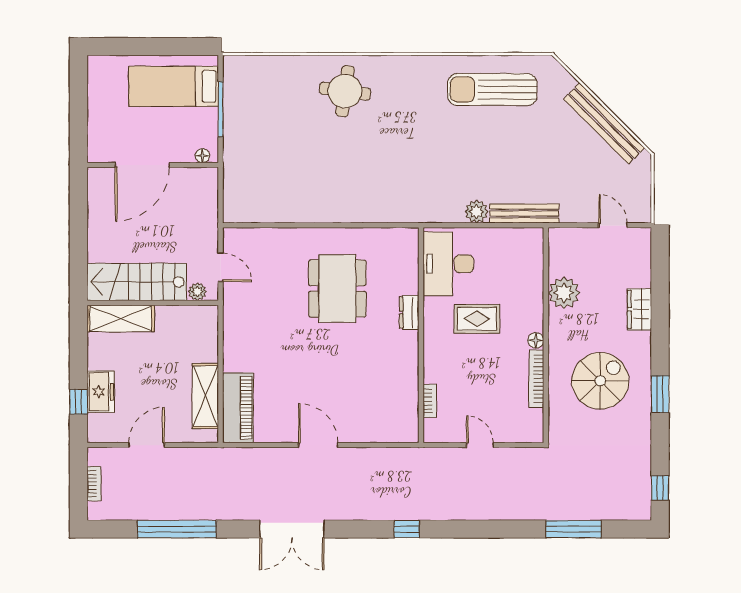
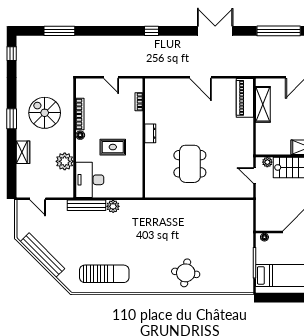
desk: (448, 264) -> (90, 180), moved, turned 180
dresser: (409, 312) -> (150, 133), moved
spiral stairs: (600, 381) -> (45, 113), turned 90
window: (660, 394) -> (12, 119), moved

